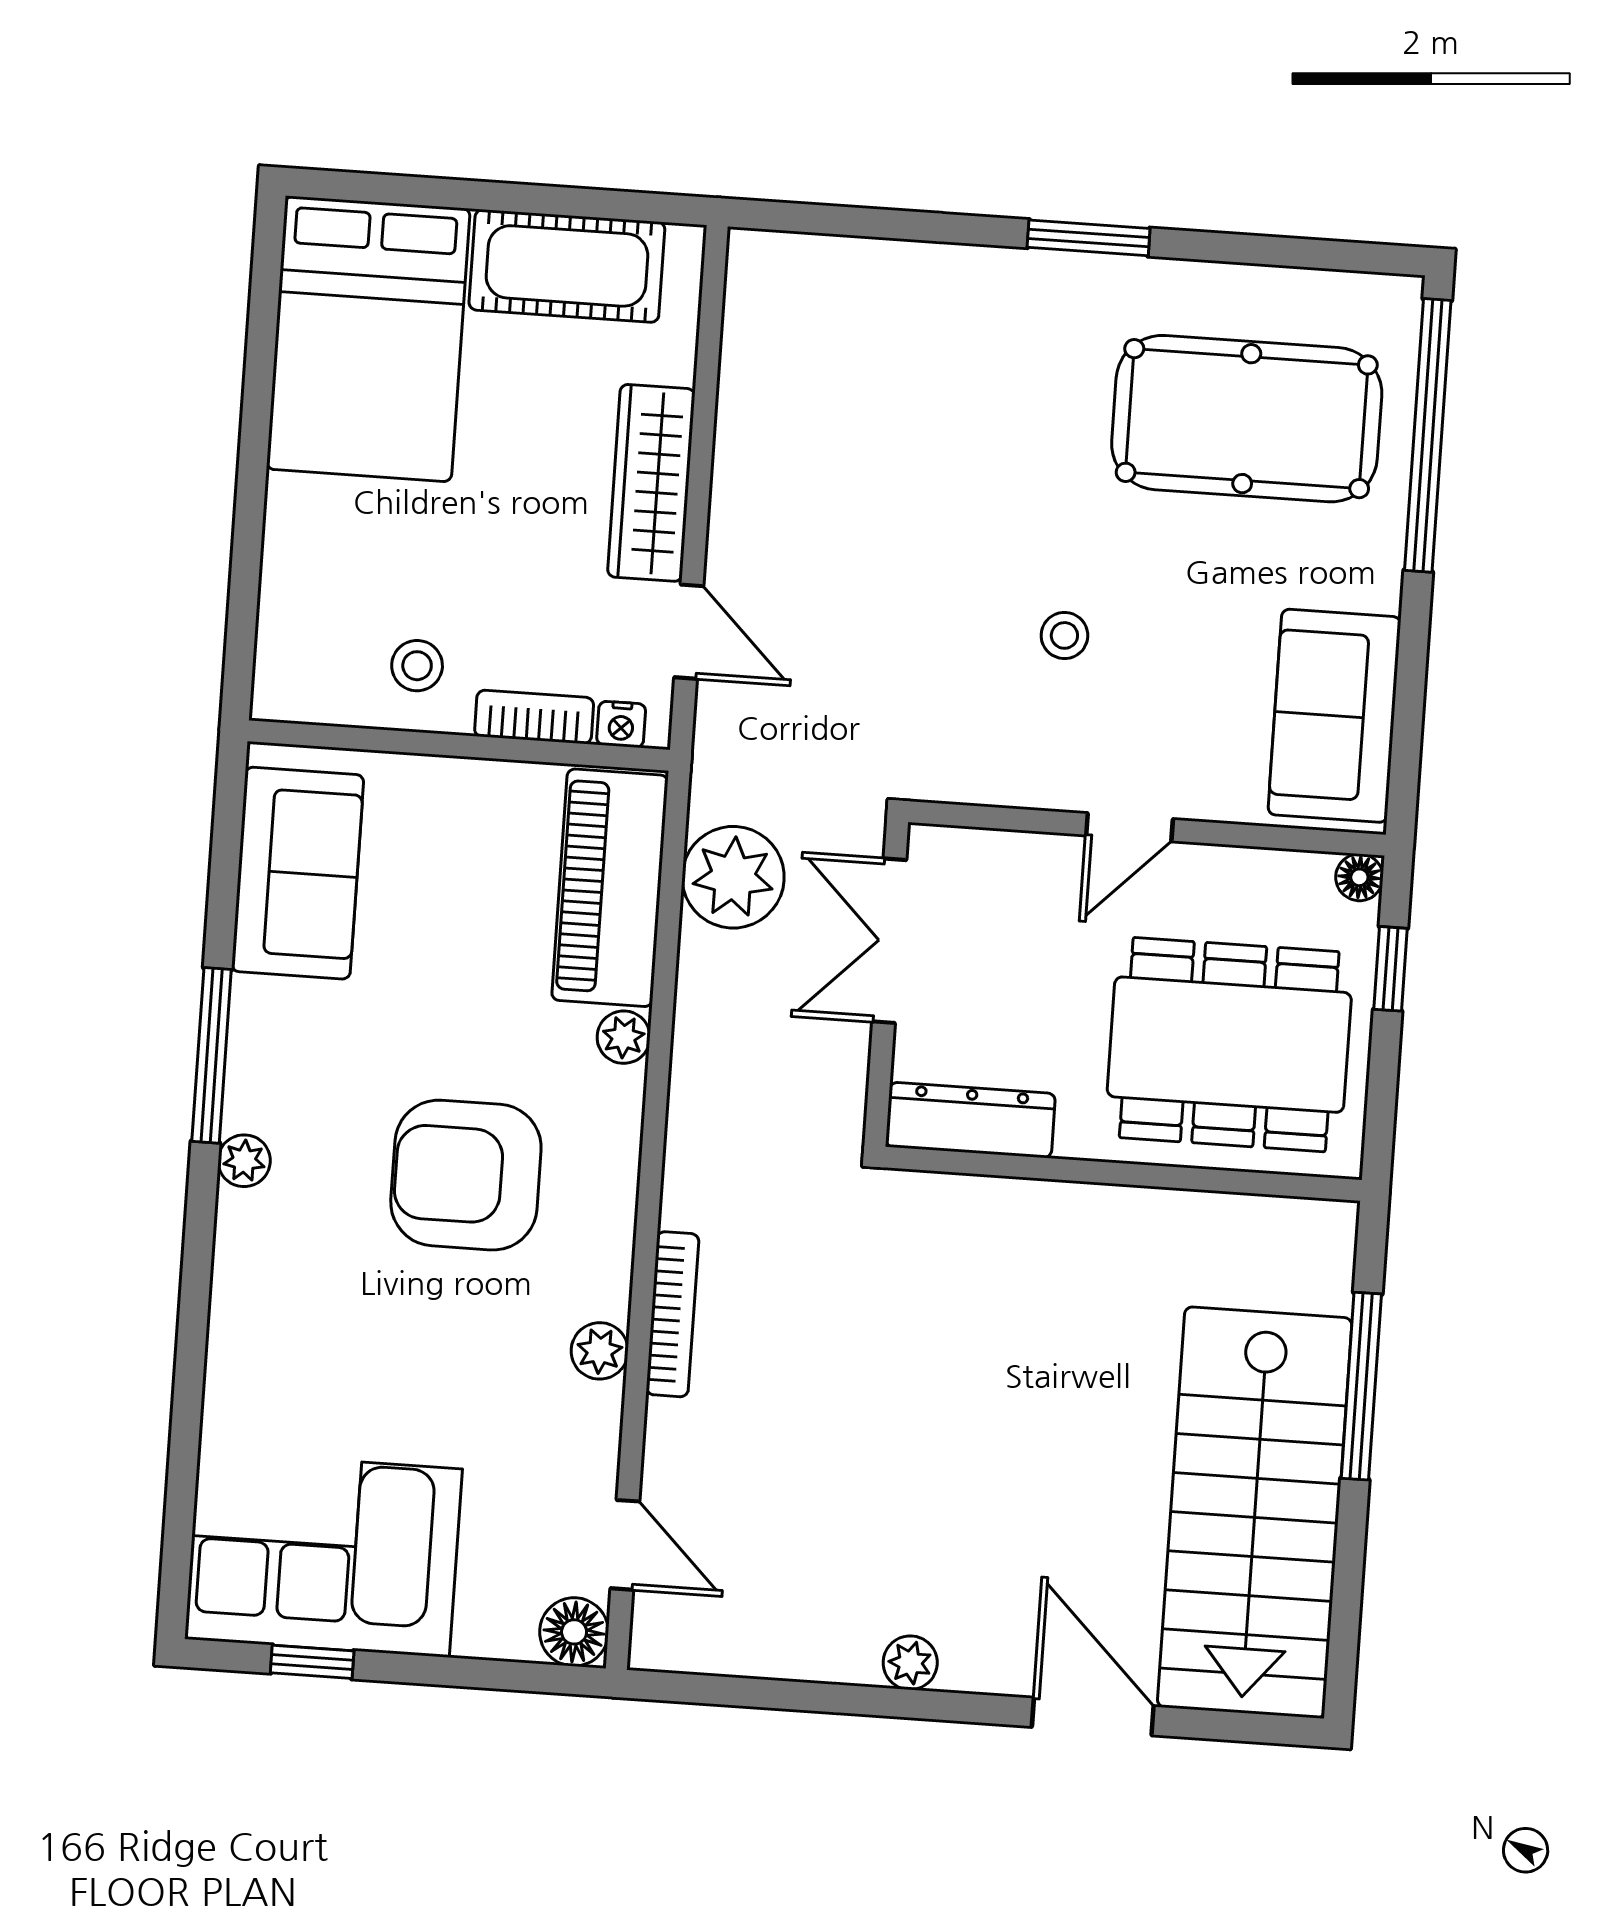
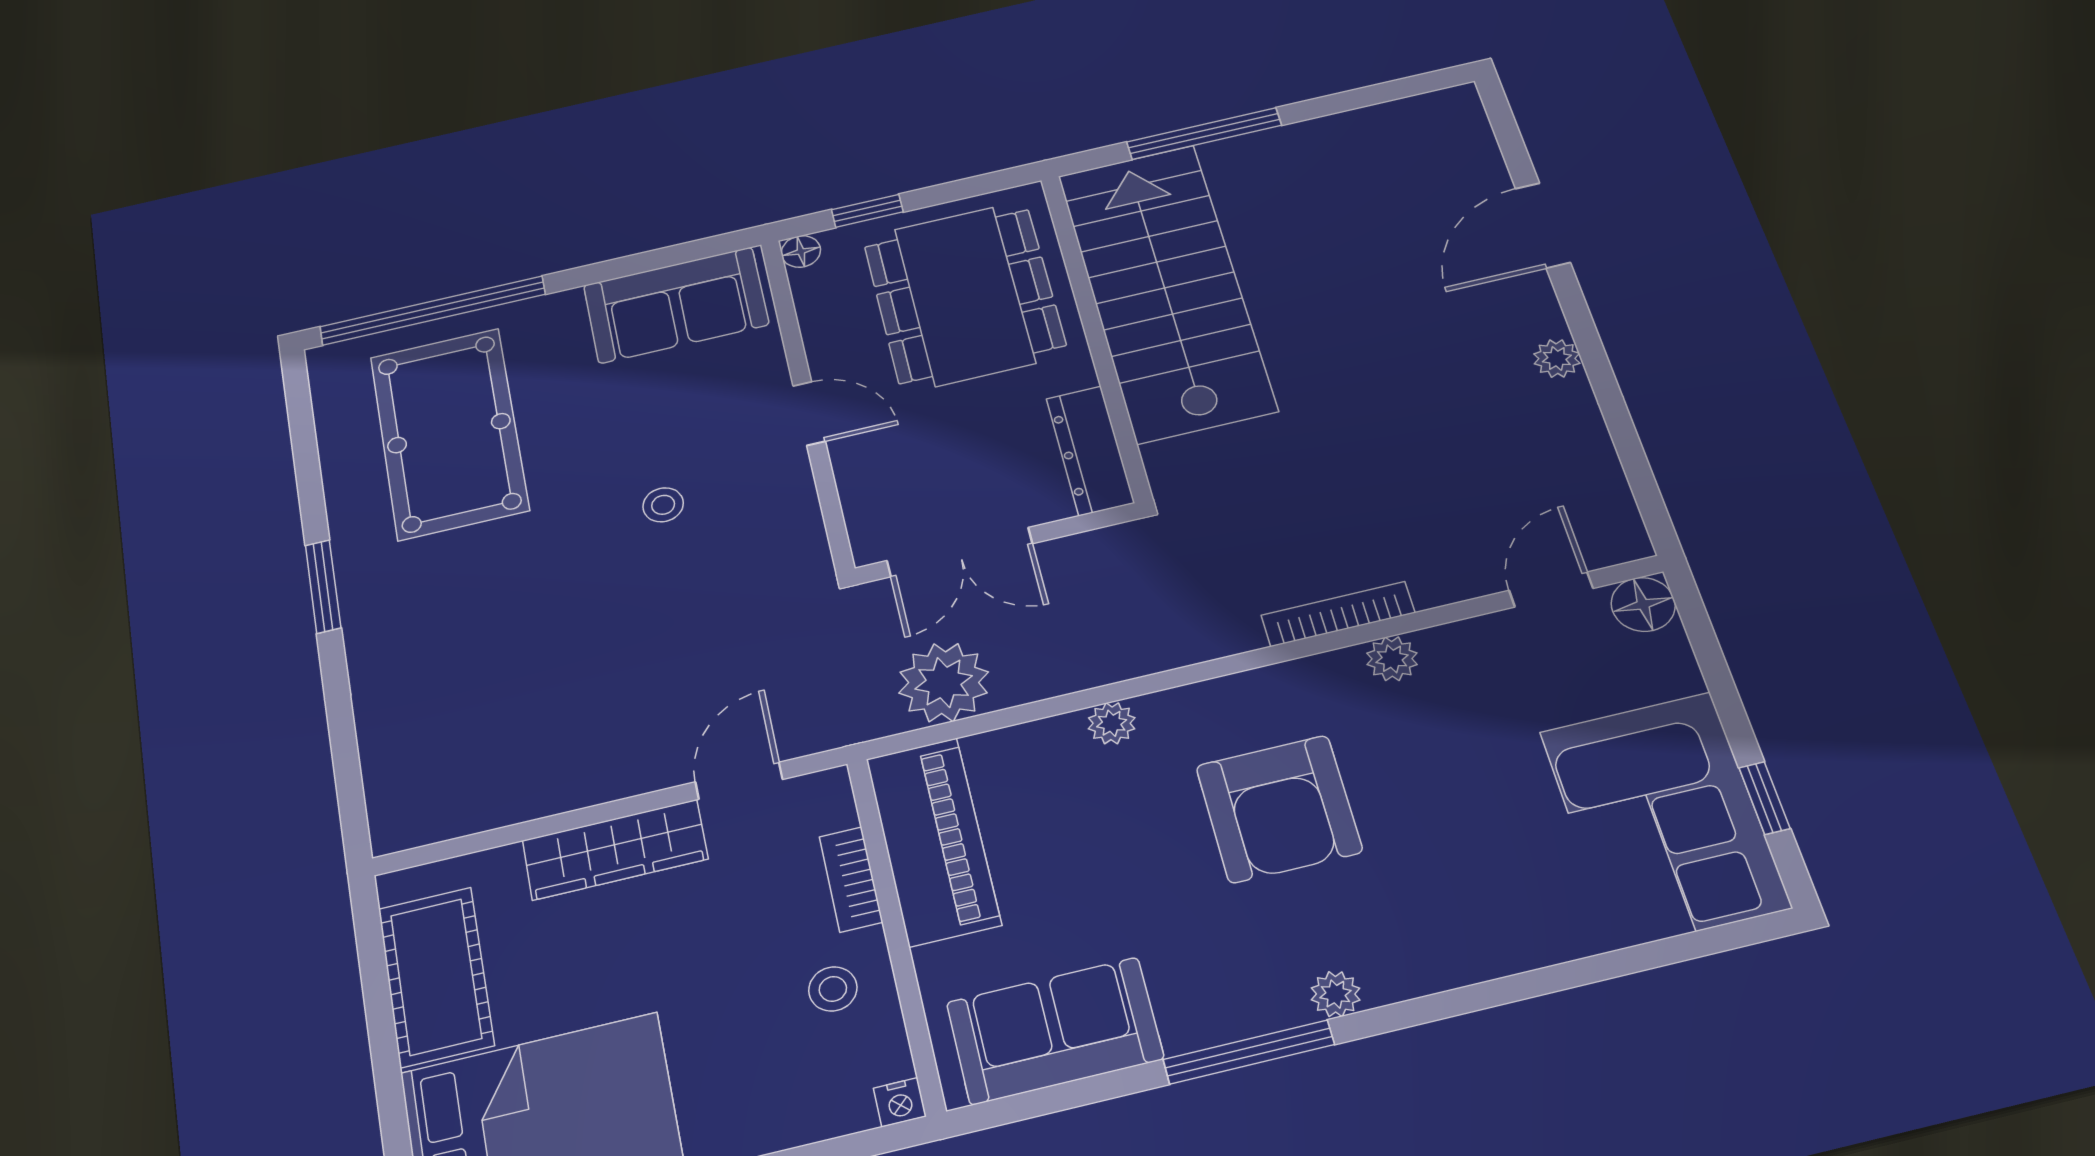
nightstand: (621, 724) -> (900, 1102), moved, turned 90
piano: (610, 888) -> (933, 841), moved, turned -90
stairs: (1255, 1513) -> (1166, 291), moved, turned -90

